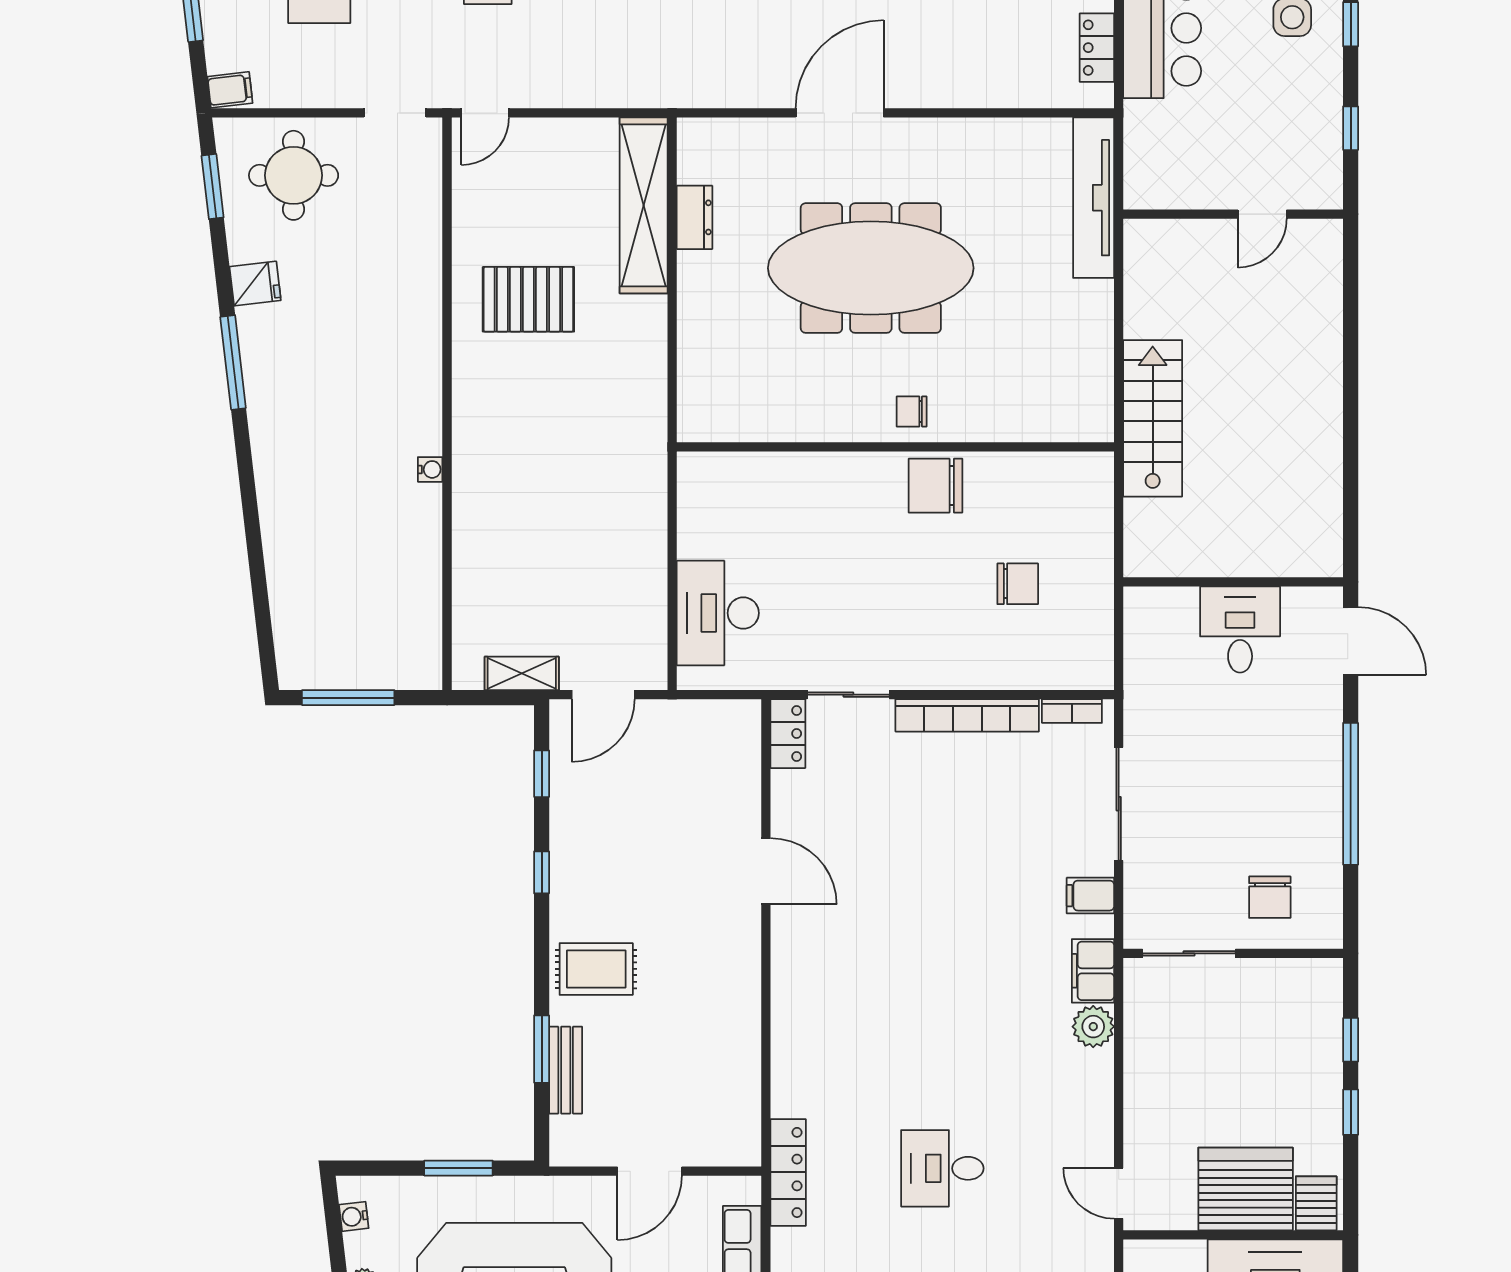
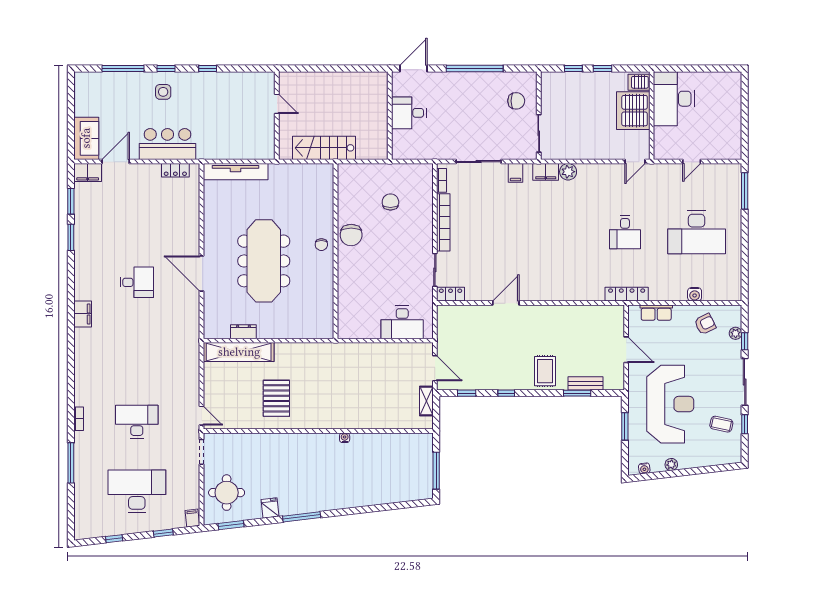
wall: (1233, 214) -> (277, 116), moved
door: (1262, 214) -> (277, 104), moved

